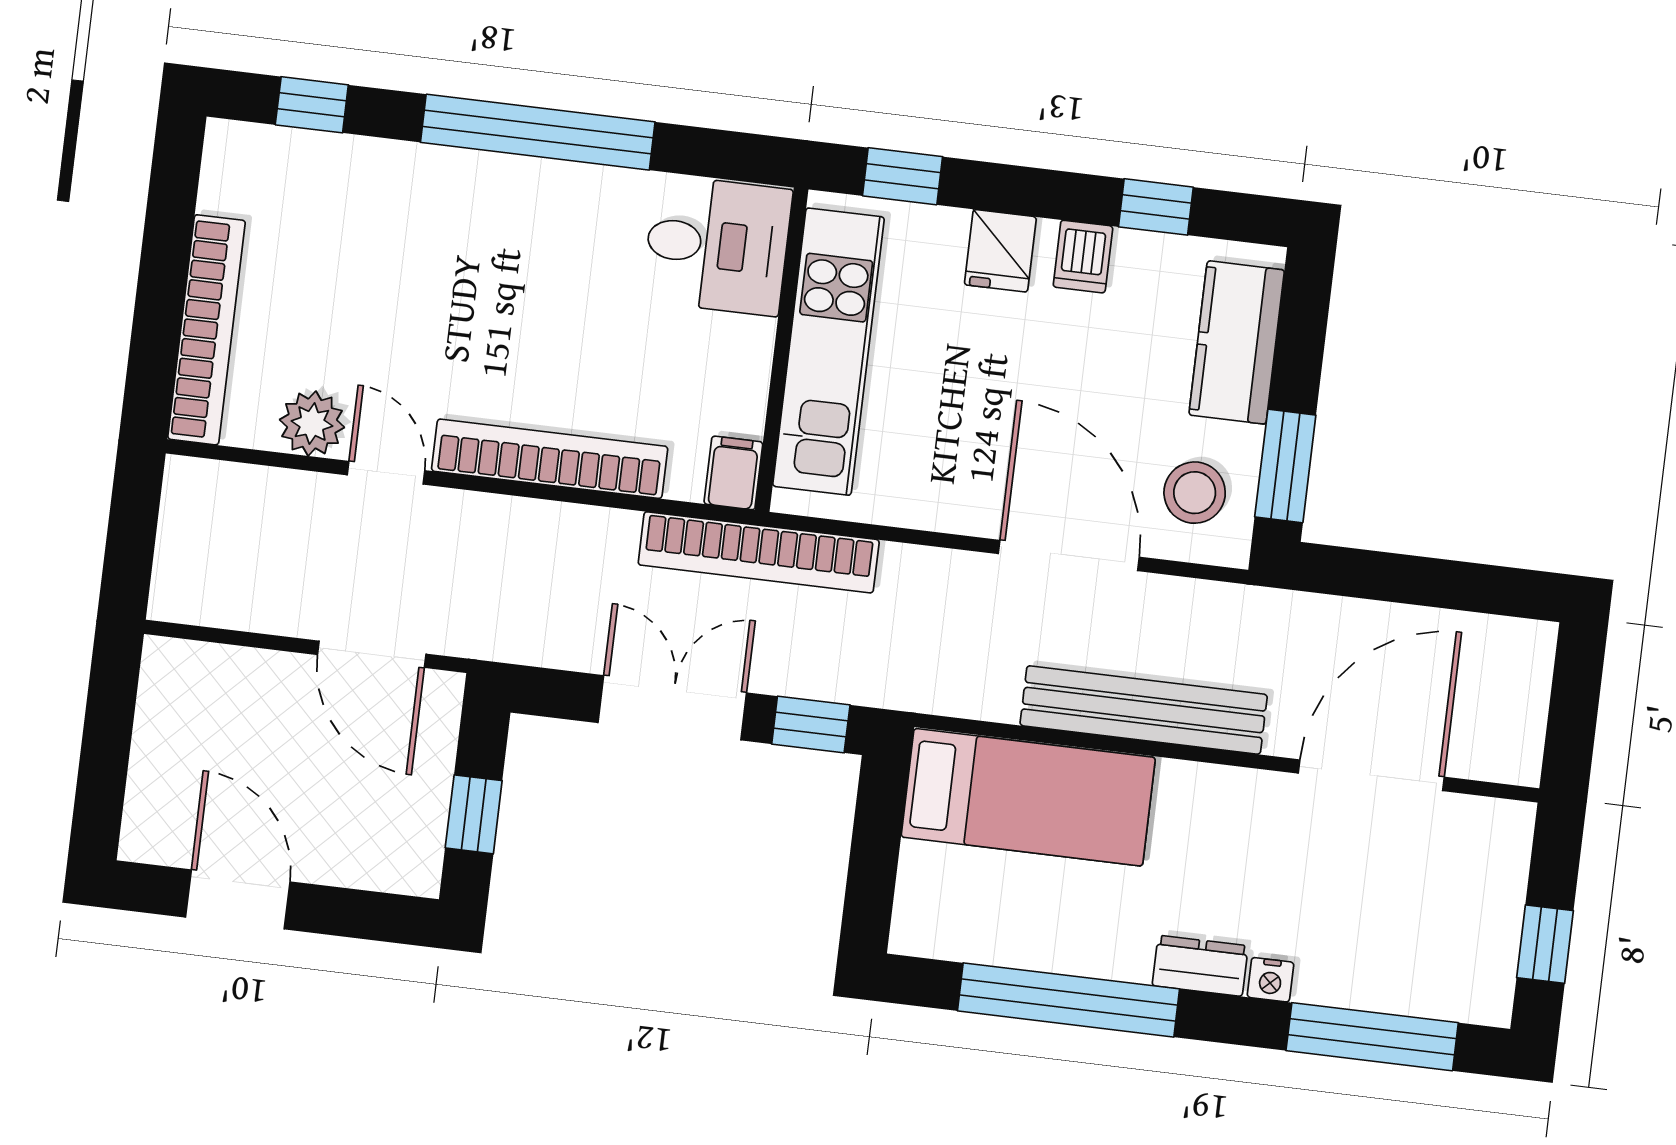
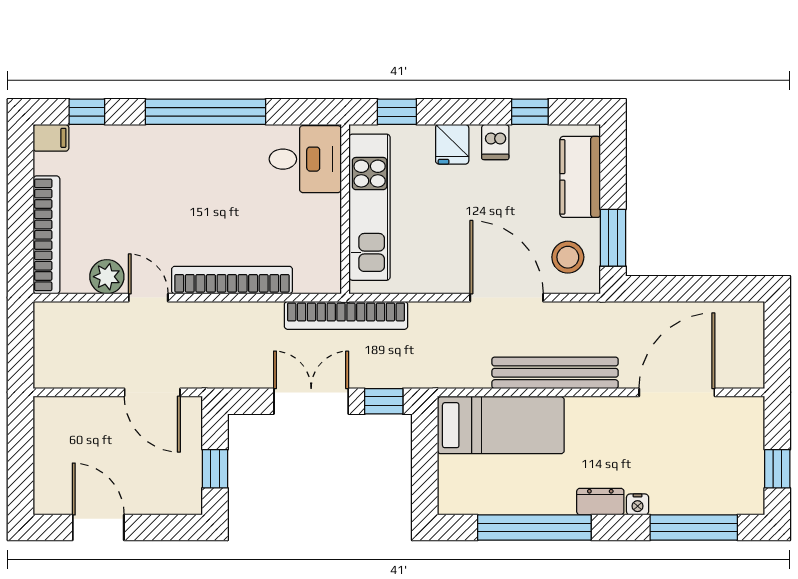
filing cabinet: (733, 473) -> (51, 138), moved, turned 90

